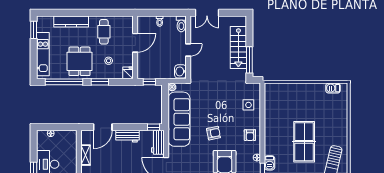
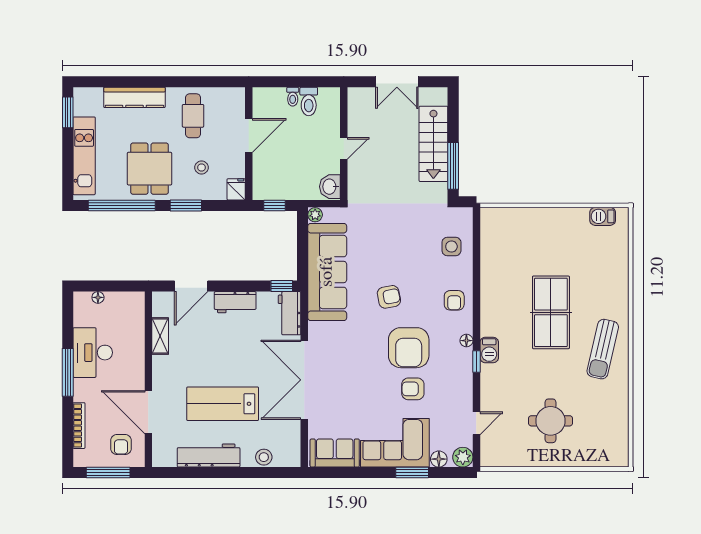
double door: (207, 13) -> (397, 82), moved
toilet: (181, 24) -> (309, 101), moved

